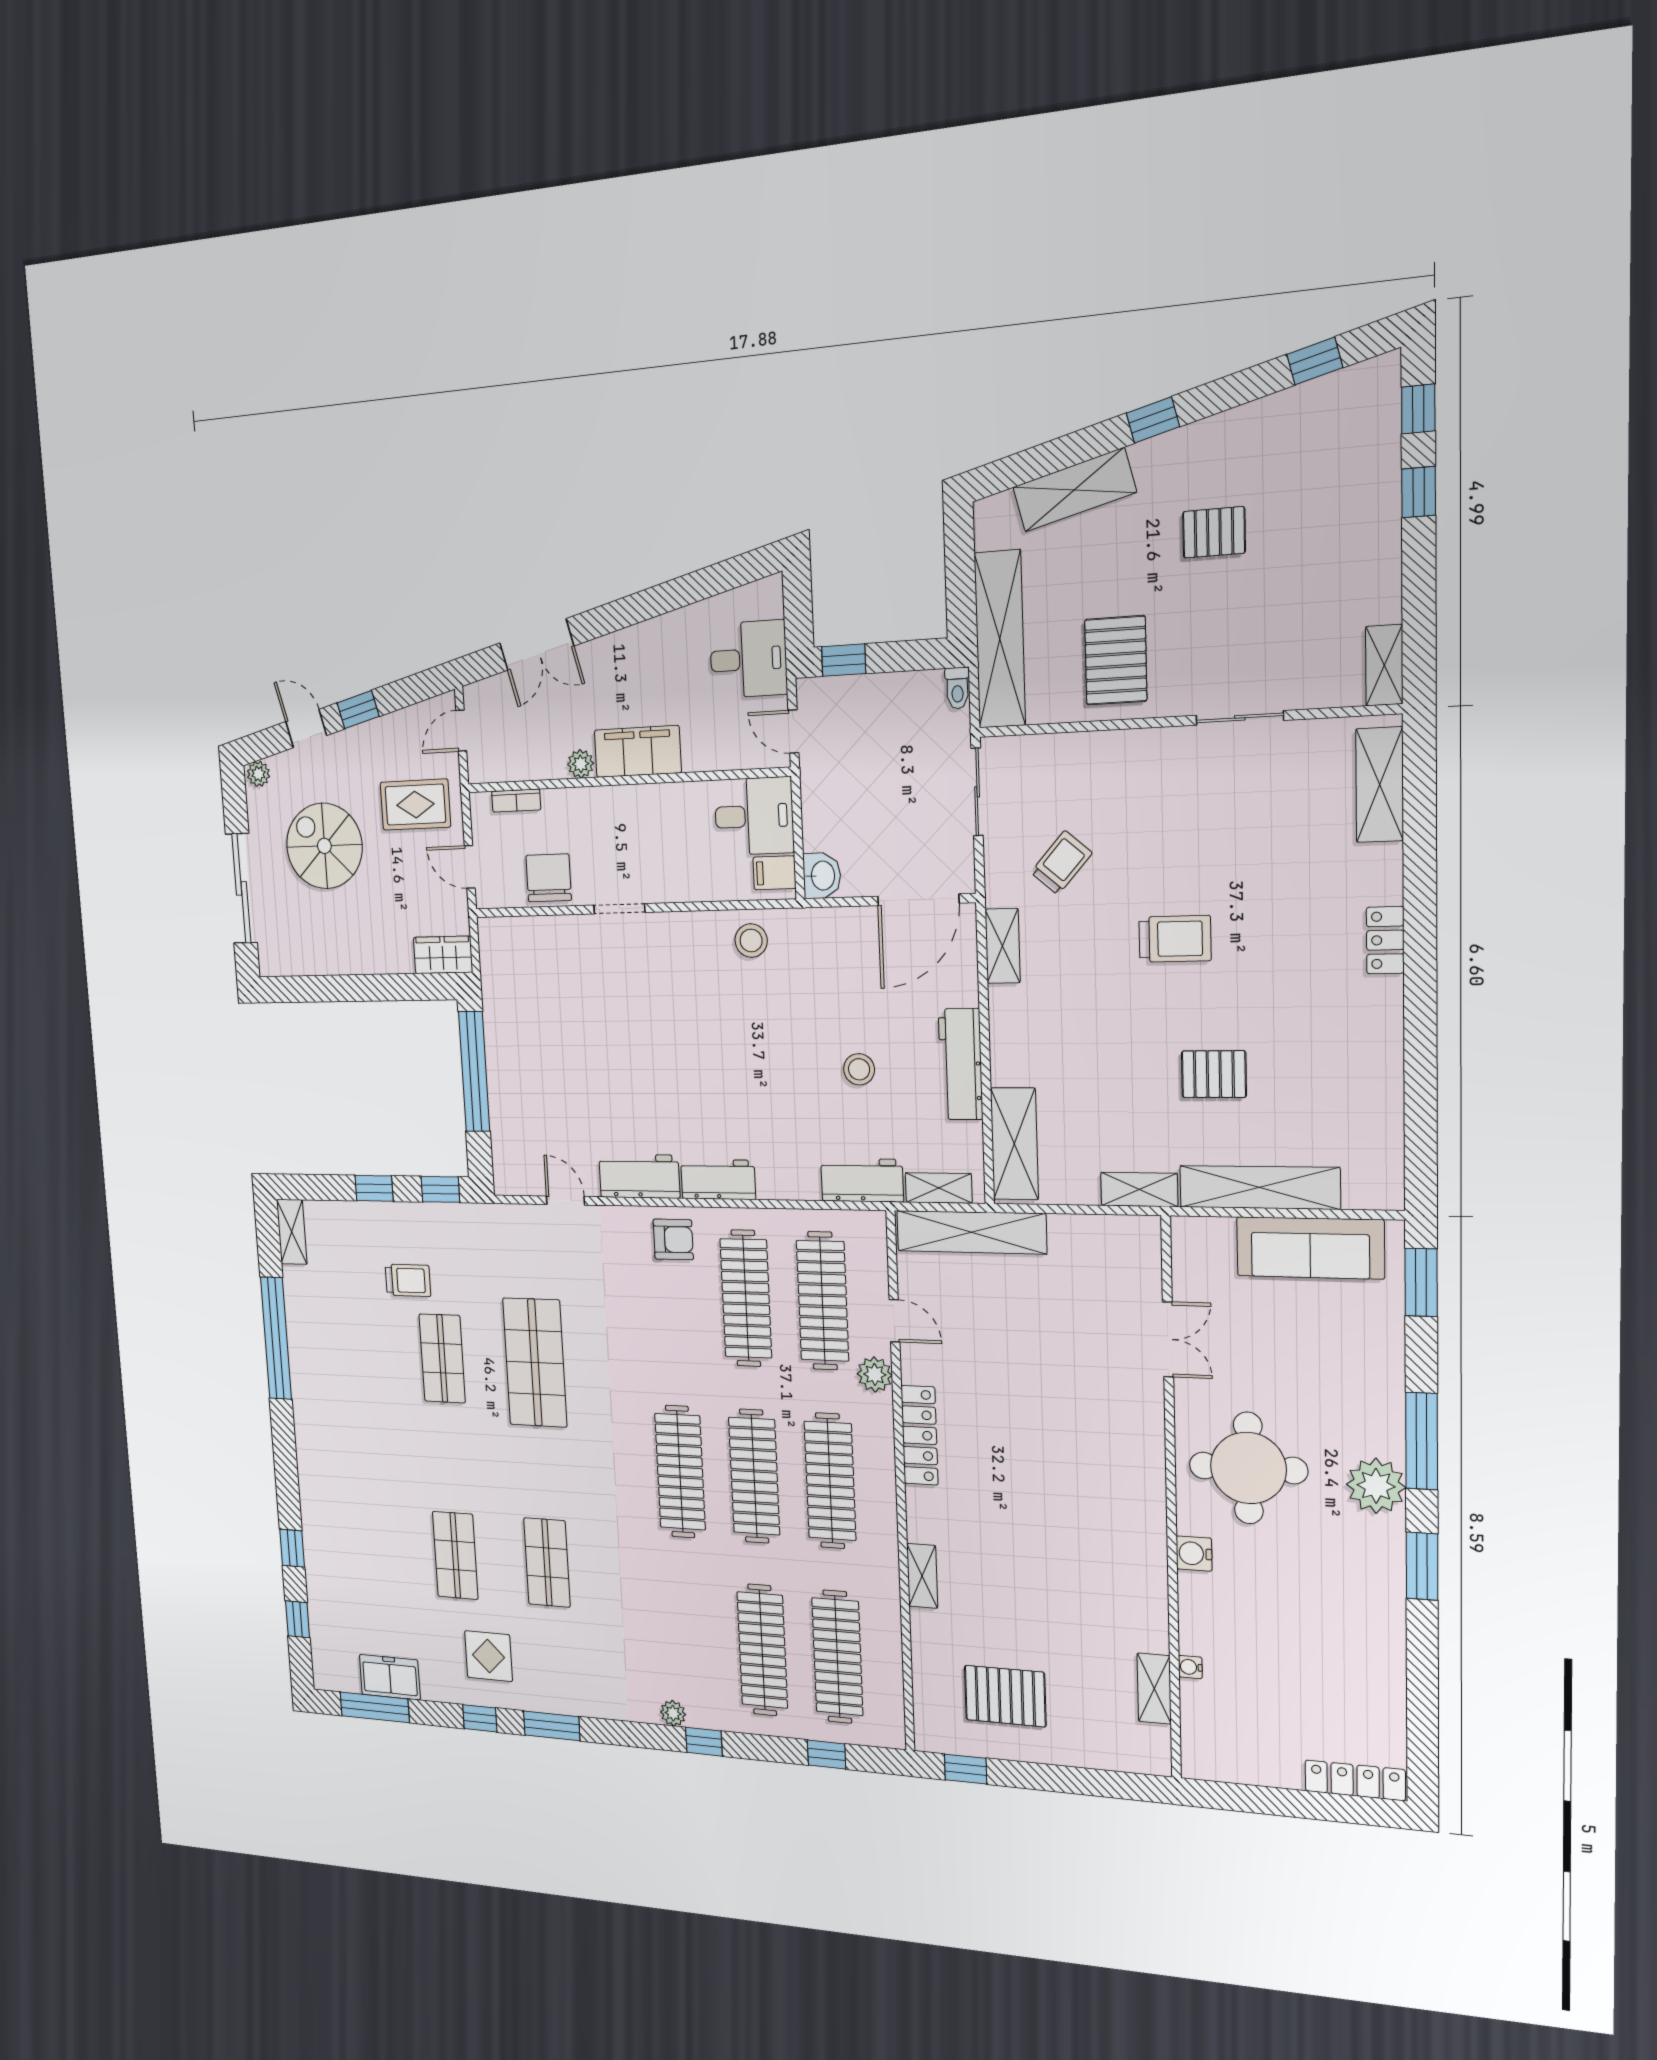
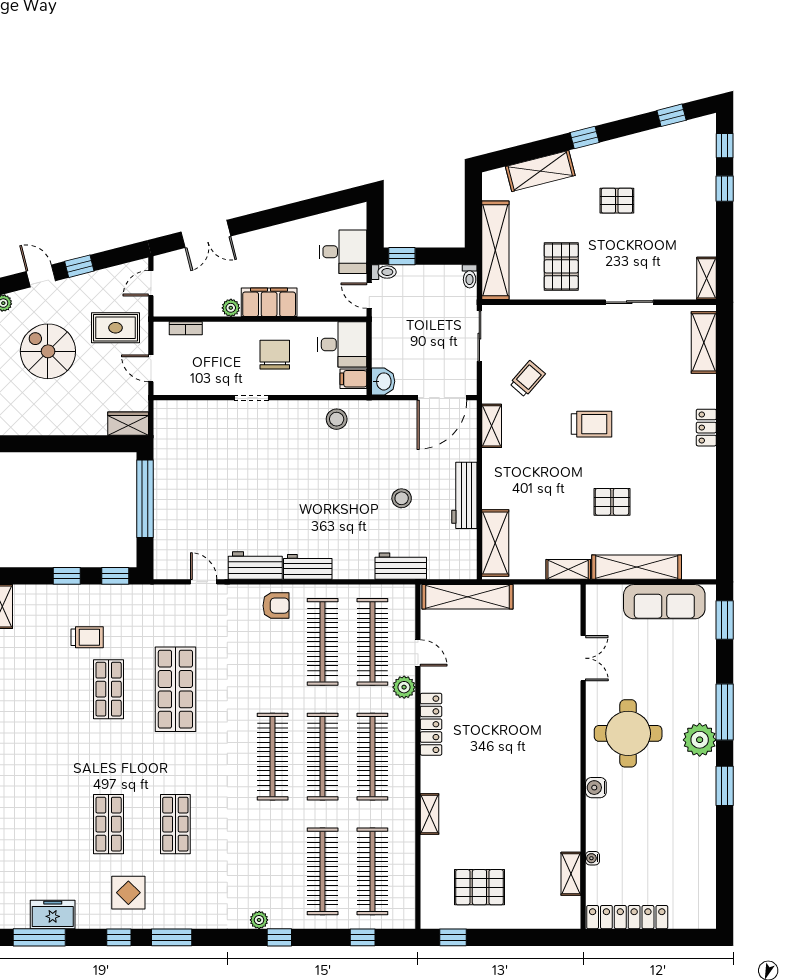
toilet: (816, 690) -> (384, 272), added
chair: (549, 878) -> (275, 355), moved
shelving: (939, 1188) -> (448, 570), removed
locker: (1355, 1780) -> (627, 917), moved, width x1.41, depth x1.21

